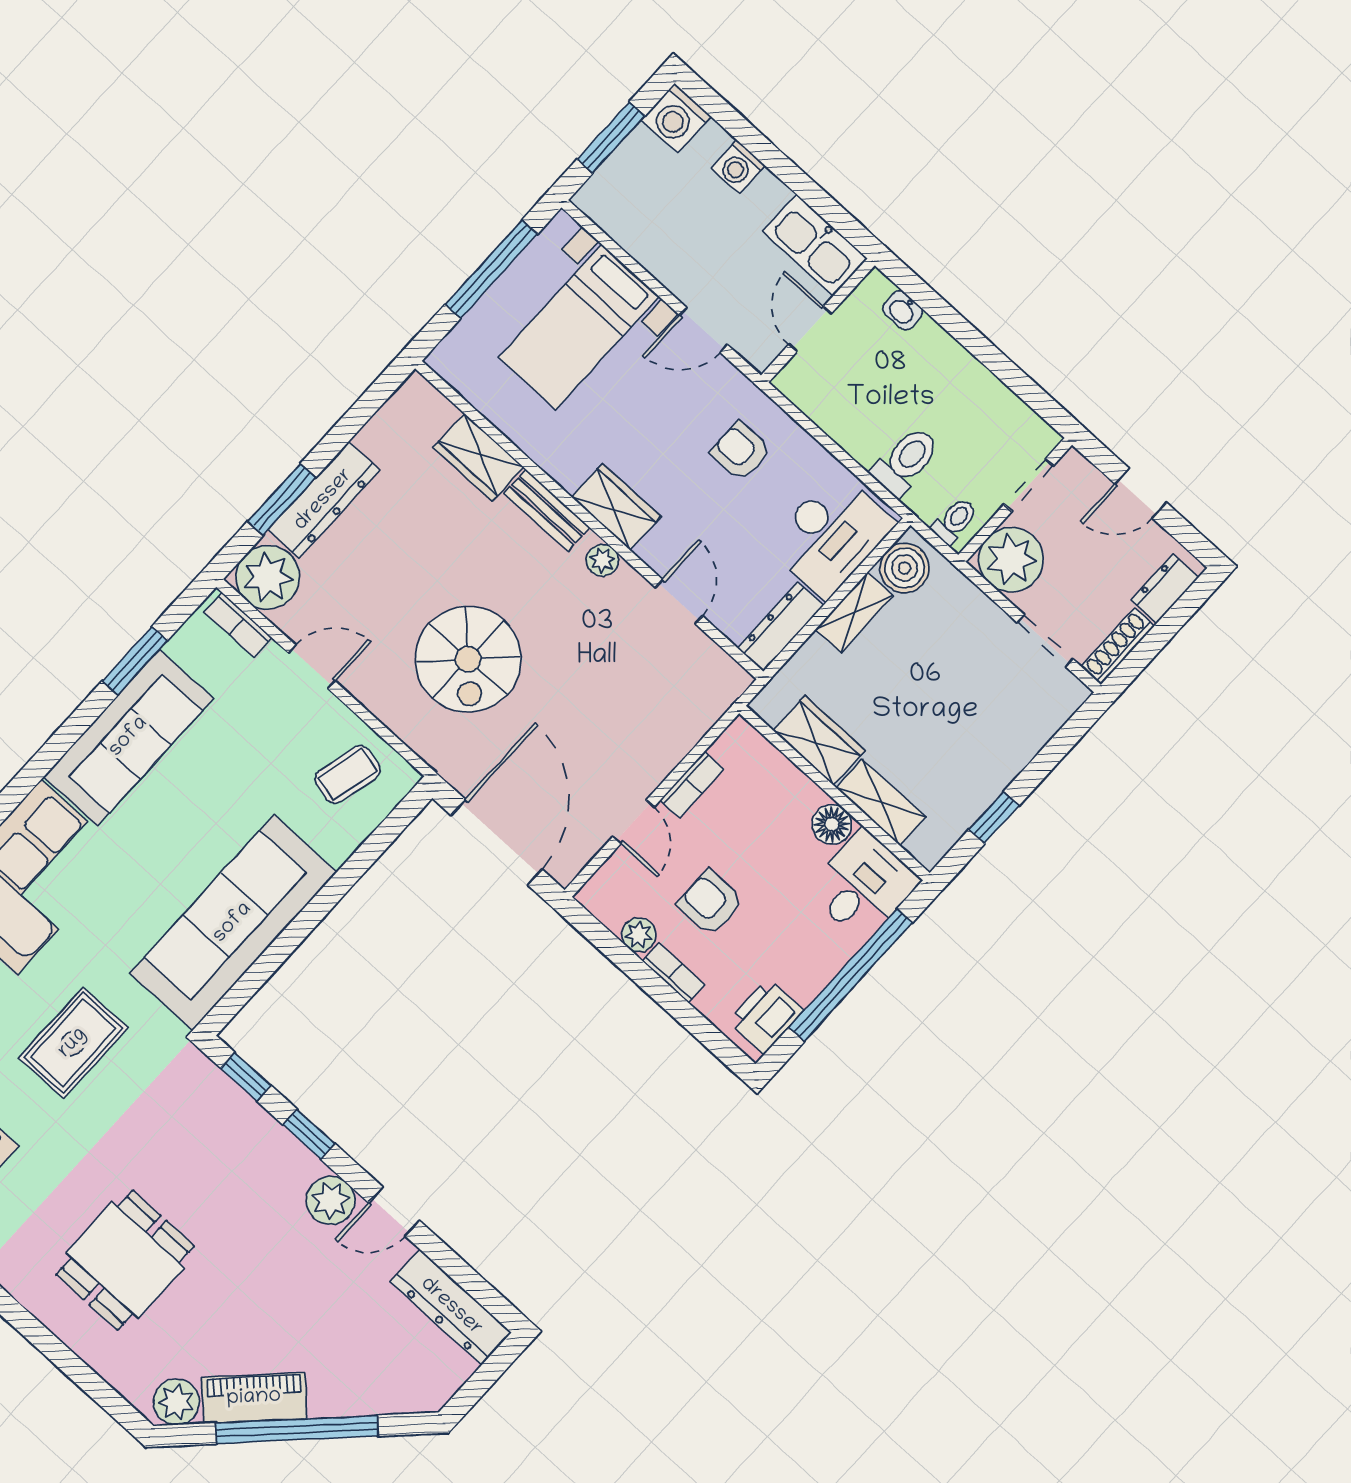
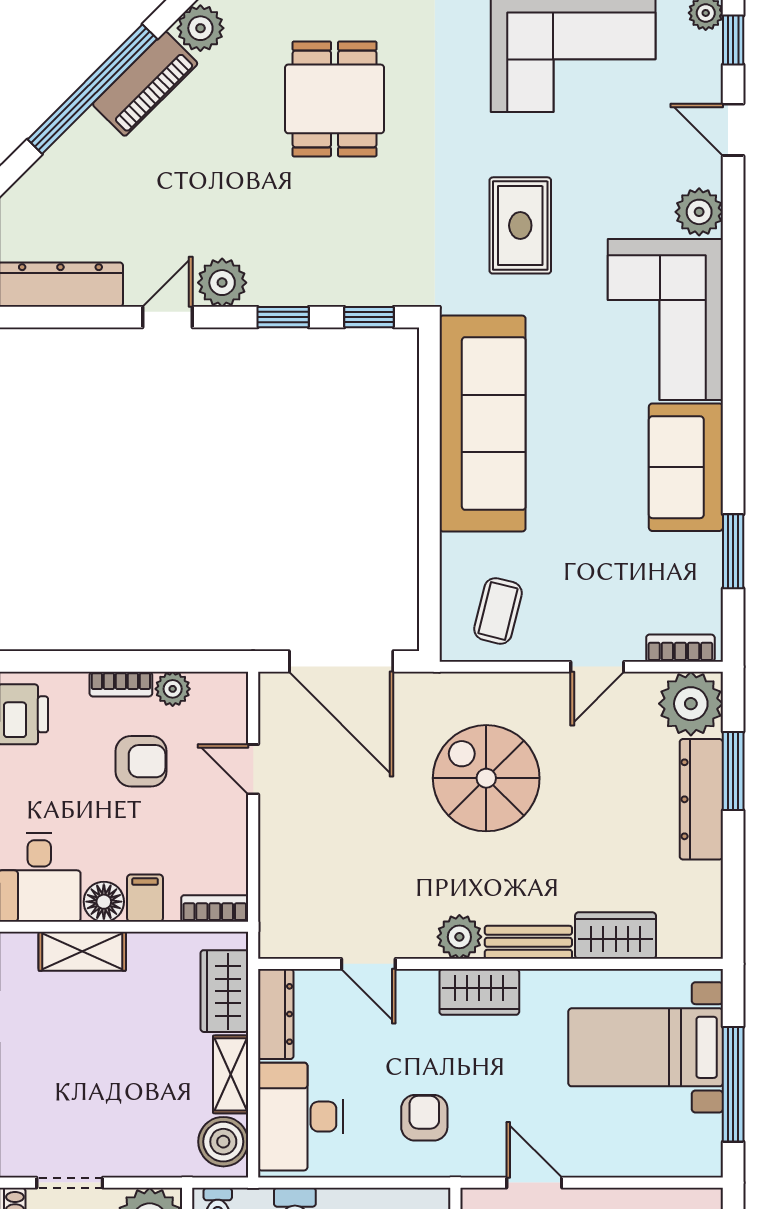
bed with nightstands: (579, 327) -> (646, 1047), moved, turned -90
door: (703, 330) -> (534, 1183), hinge flipped
armchair: (741, 451) -> (424, 1118), turned -90
plant: (602, 560) -> (459, 937), width x1.38, depth x1.38
sofa: (129, 737) -> (686, 467), width x0.73
wardrobe: (819, 740) -> (224, 991), moved, turned 90
bookcase: (692, 785) -> (215, 908), moved, turned 90
filing cabinet: (799, 799) -> (145, 898), added

